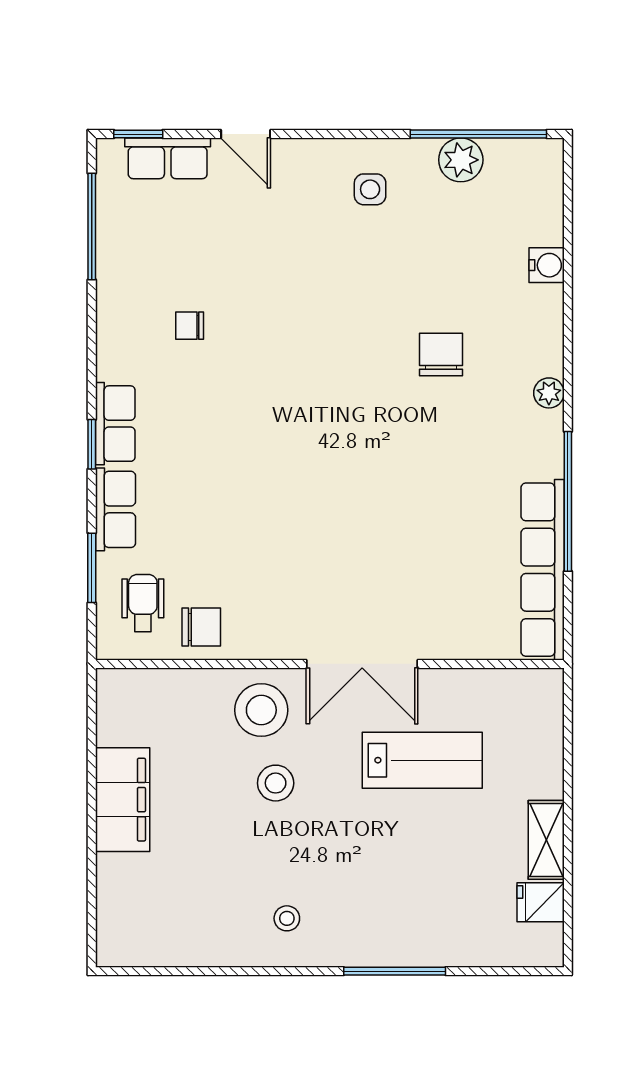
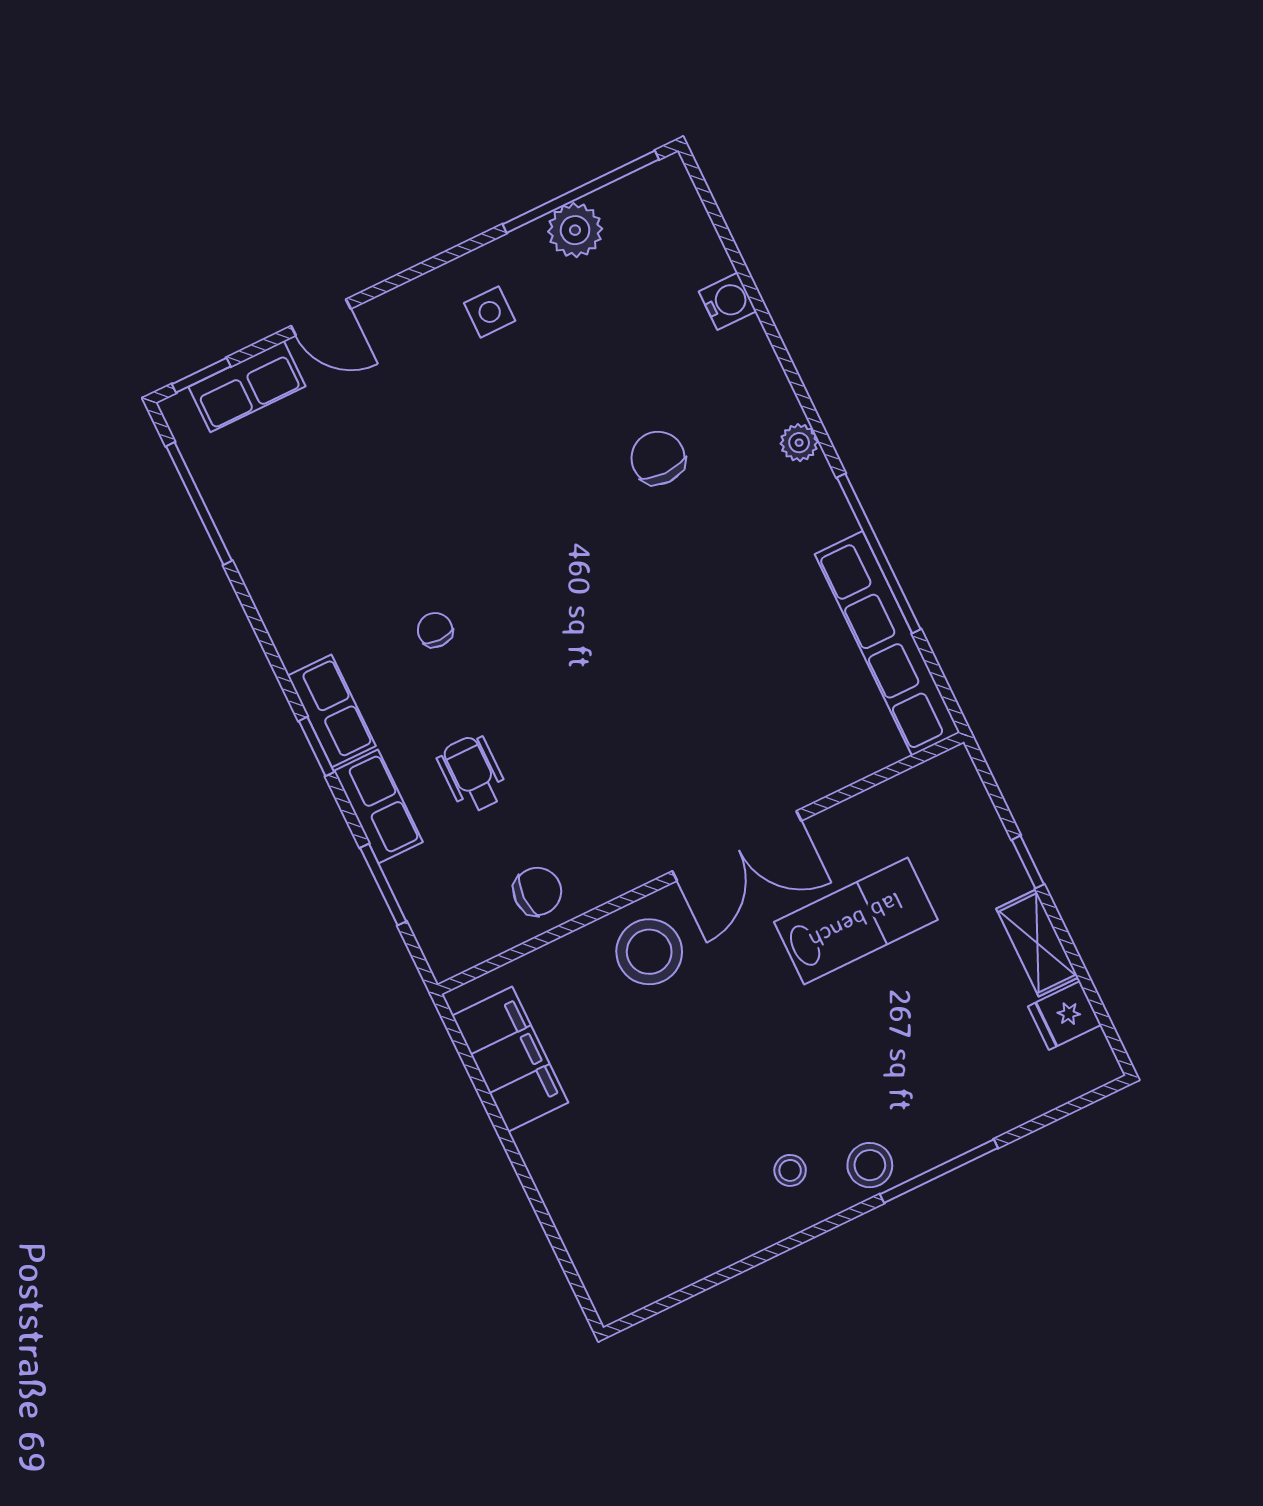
chair: (190, 326) -> (435, 630), moved, turned 90
wheelchair: (143, 603) -> (472, 774), moved
window: (568, 778) -> (1028, 862), added
stool: (276, 783) -> (870, 1165), moved
filing cabinet: (123, 800) -> (510, 1059), moved

